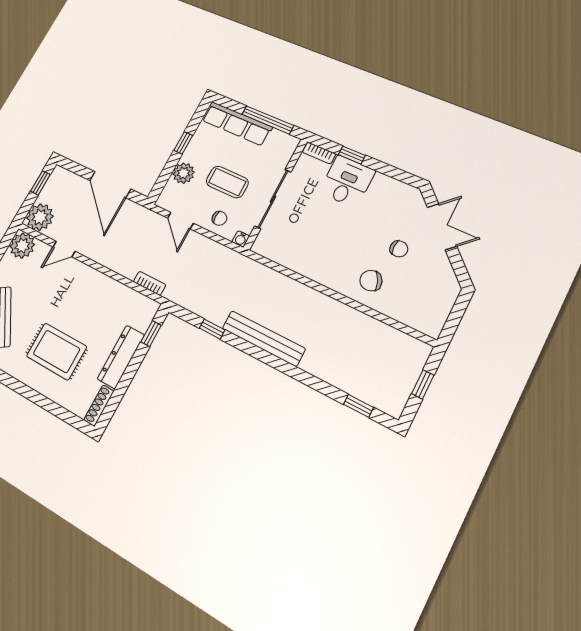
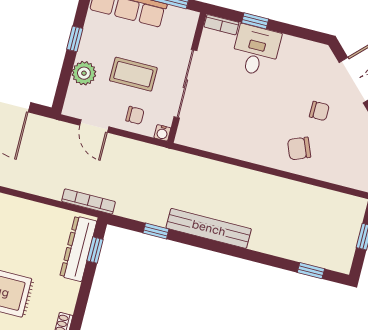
bookcase: (150, 283) -> (88, 202), width x1.56
dresser: (121, 357) -> (78, 249), moved

